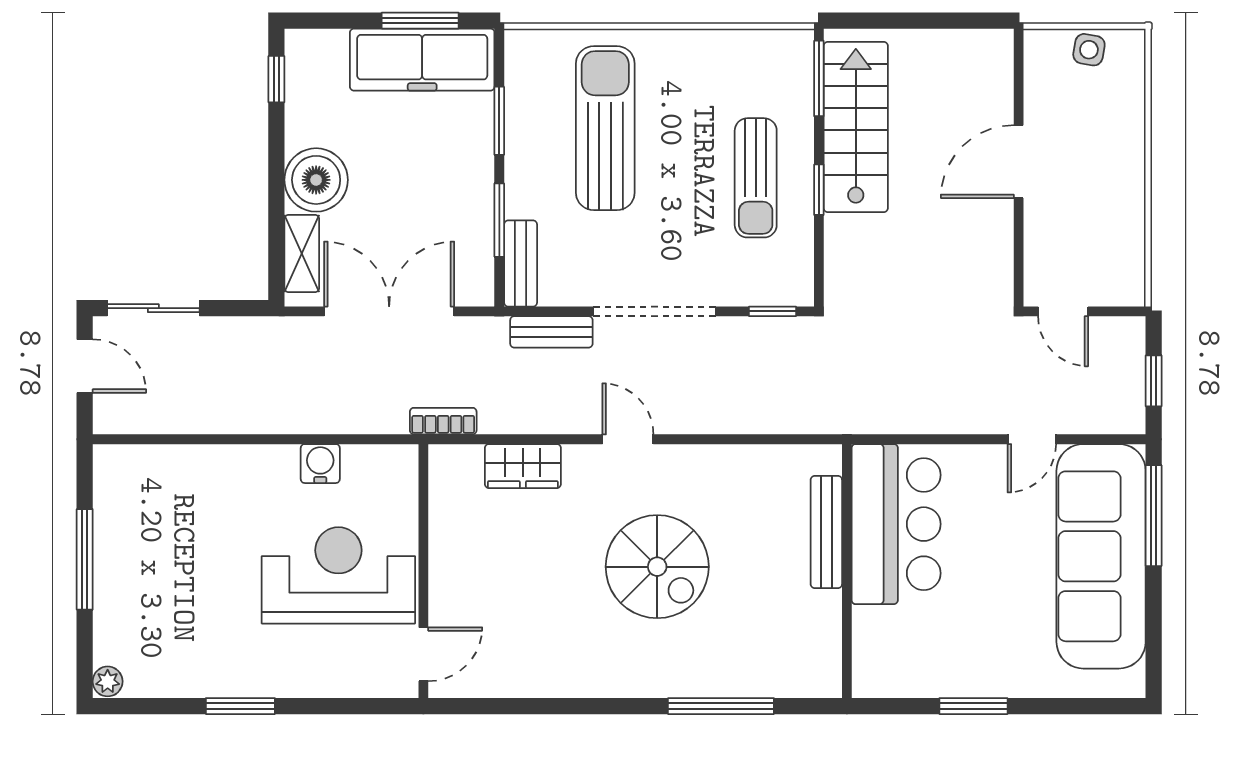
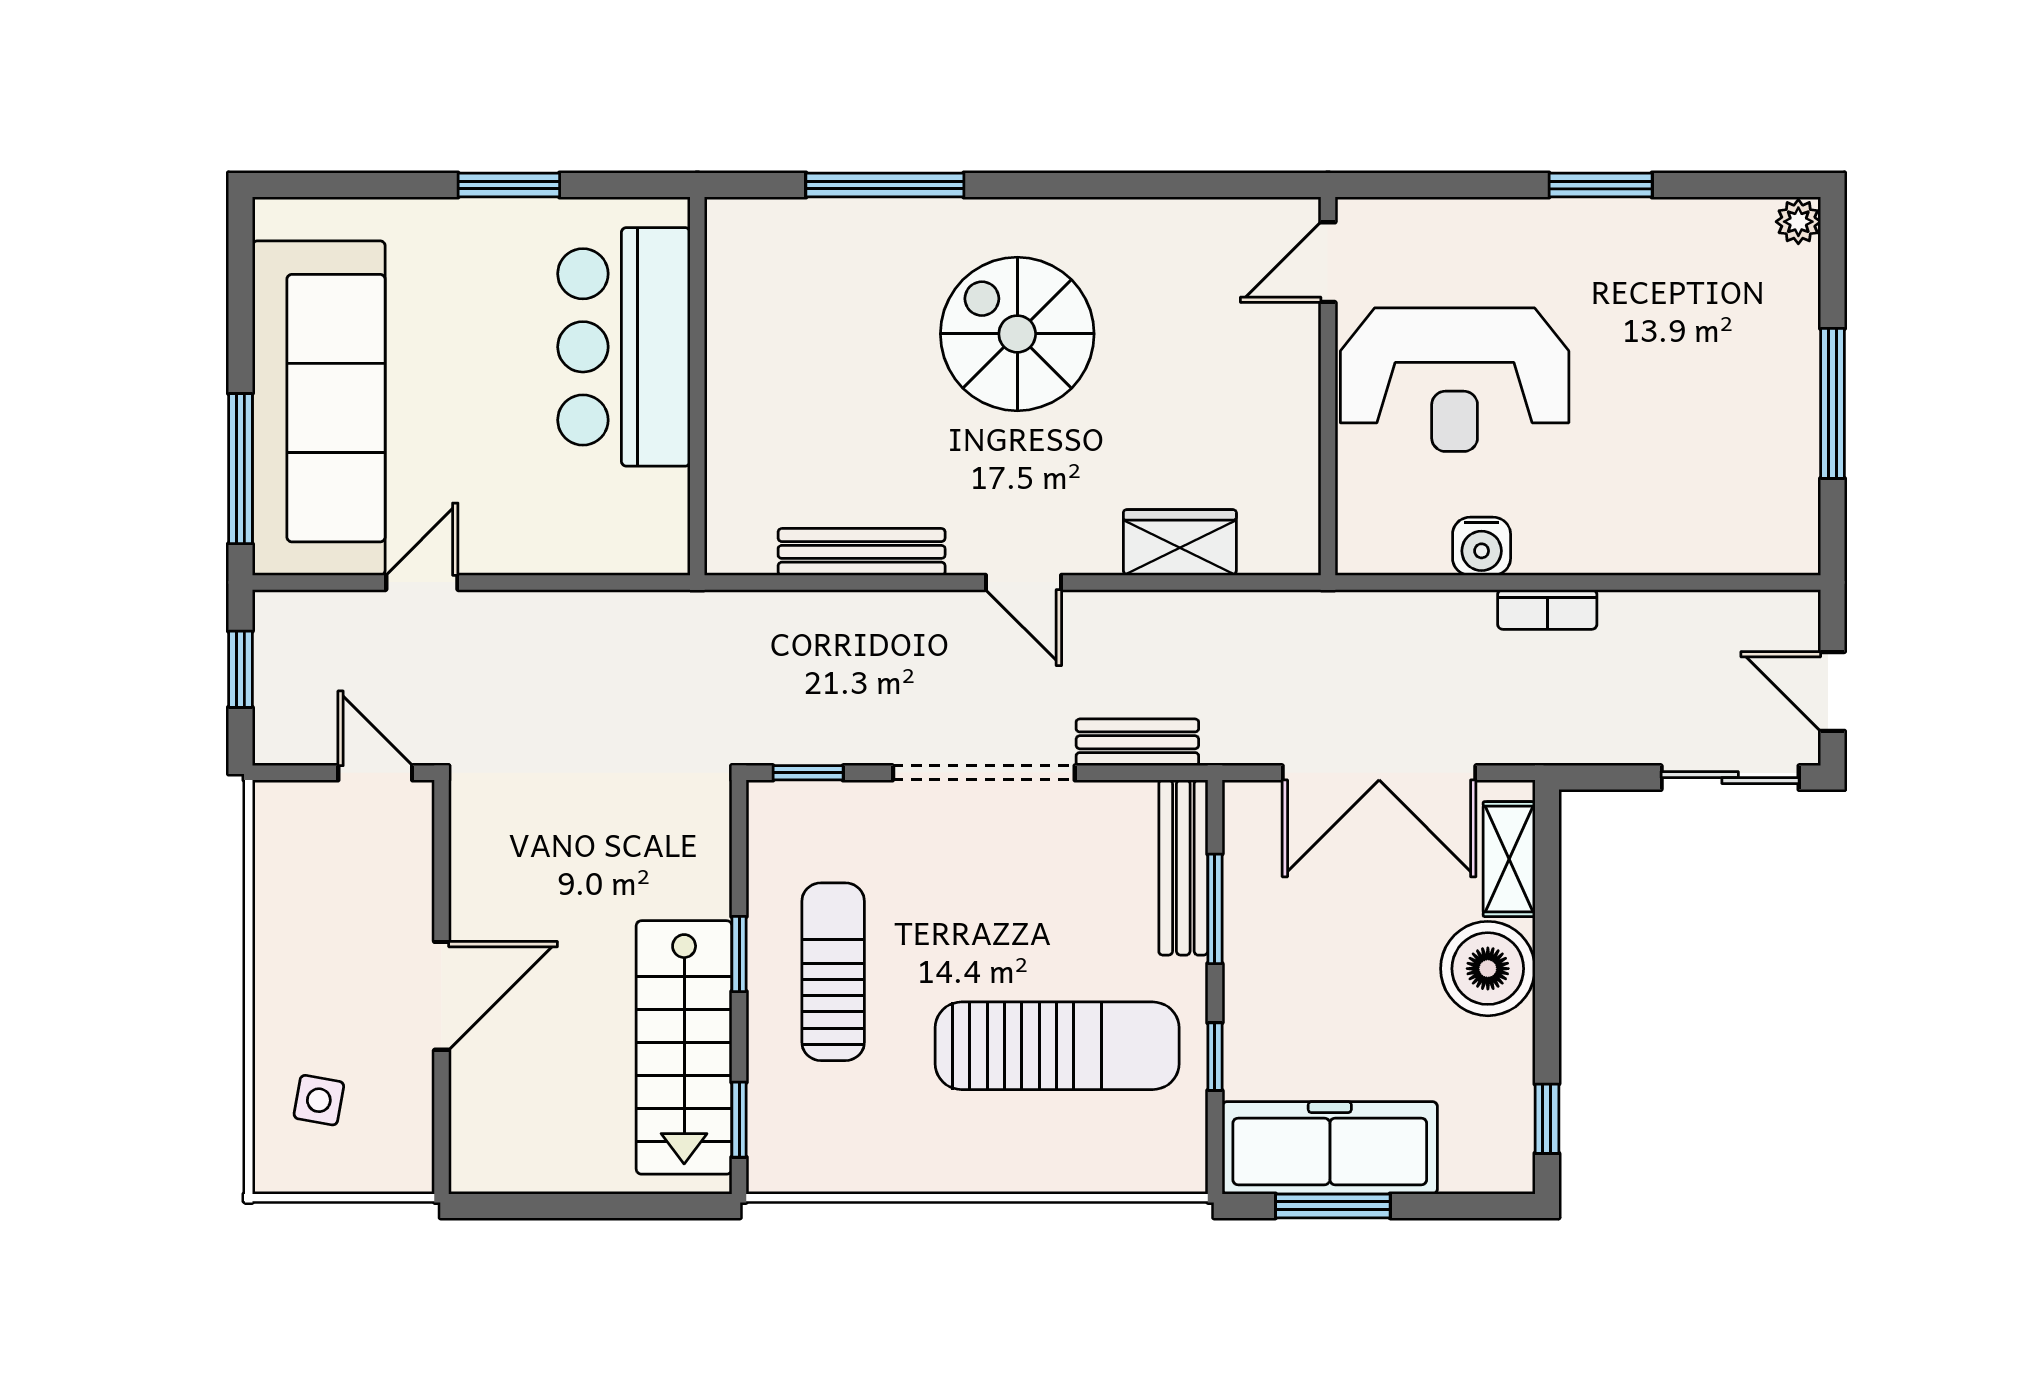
side table: (1089, 50) -> (319, 1100), moved
window: (819, 78) -> (739, 1120), width x0.67
window: (499, 121) -> (1215, 1057), width x0.67
sun lounger: (605, 128) -> (1057, 1046), turned -90
bench: (521, 263) -> (1183, 867), width x1.36
bookcase: (443, 421) -> (1547, 609), moved
bar counter: (896, 524) -> (624, 347), moved
bench: (826, 532) -> (862, 552), moved, turned 90
spiral stairs: (657, 567) -> (1017, 334), moved

